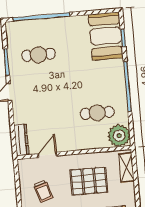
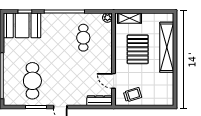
cafe table: (39, 55) -> (32, 81), width x1.37, depth x1.35
plant: (119, 136) -> (107, 18), width x0.53, depth x0.53
trolley: (43, 191) -> (133, 95), moved

